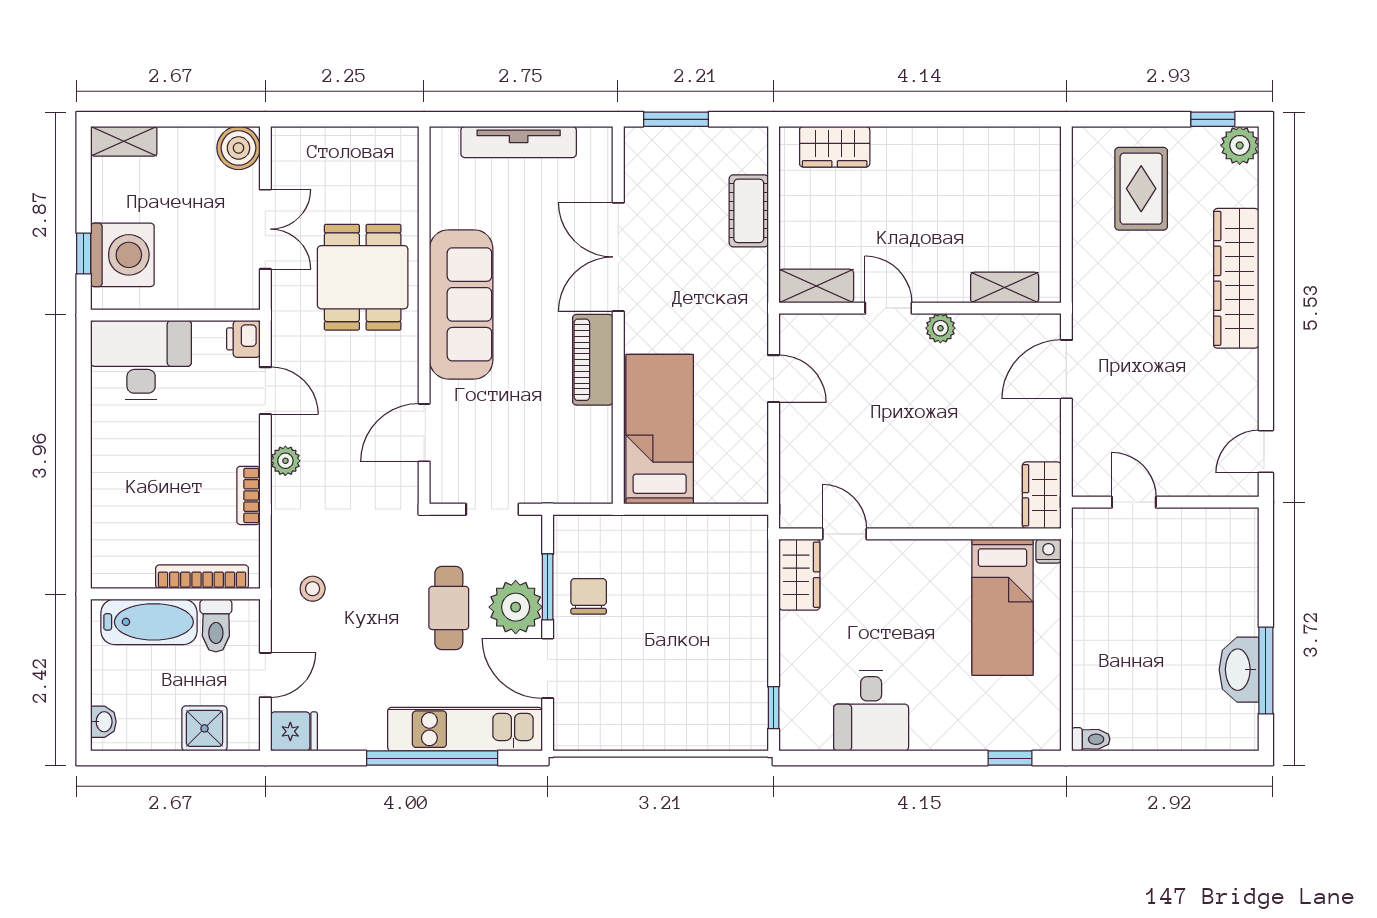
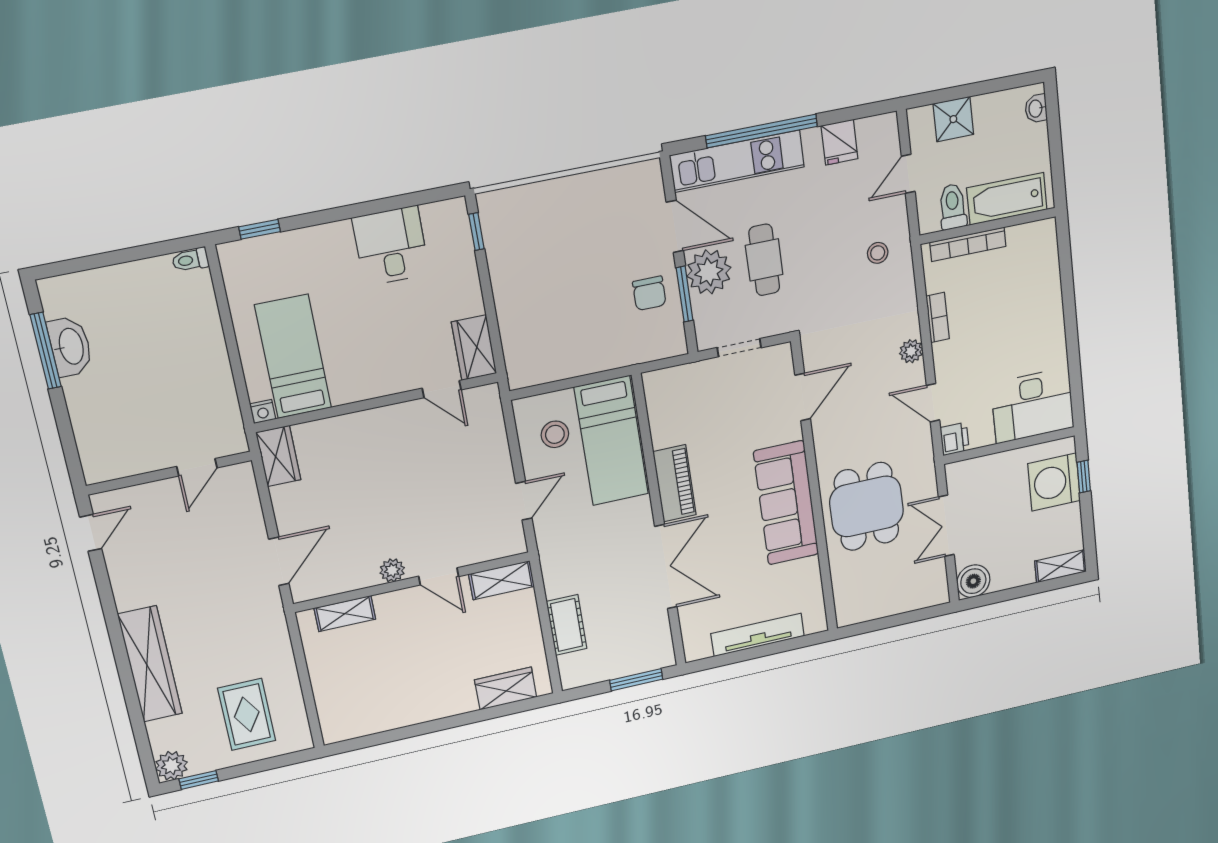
door: (774, 379) -> (524, 501), swing flipped
stool: (724, 451) -> (555, 434), added
door: (1134, 502) -> (197, 467), hinge flipped
fridge: (294, 731) -> (839, 142), moved, turned -90

